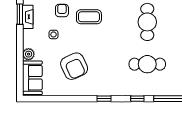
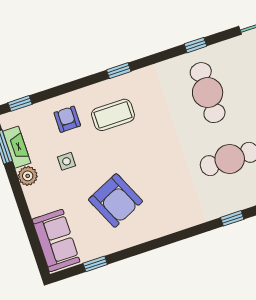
plant: (29, 54) -> (28, 176), moved
window: (104, 99) -> (95, 264), moved

